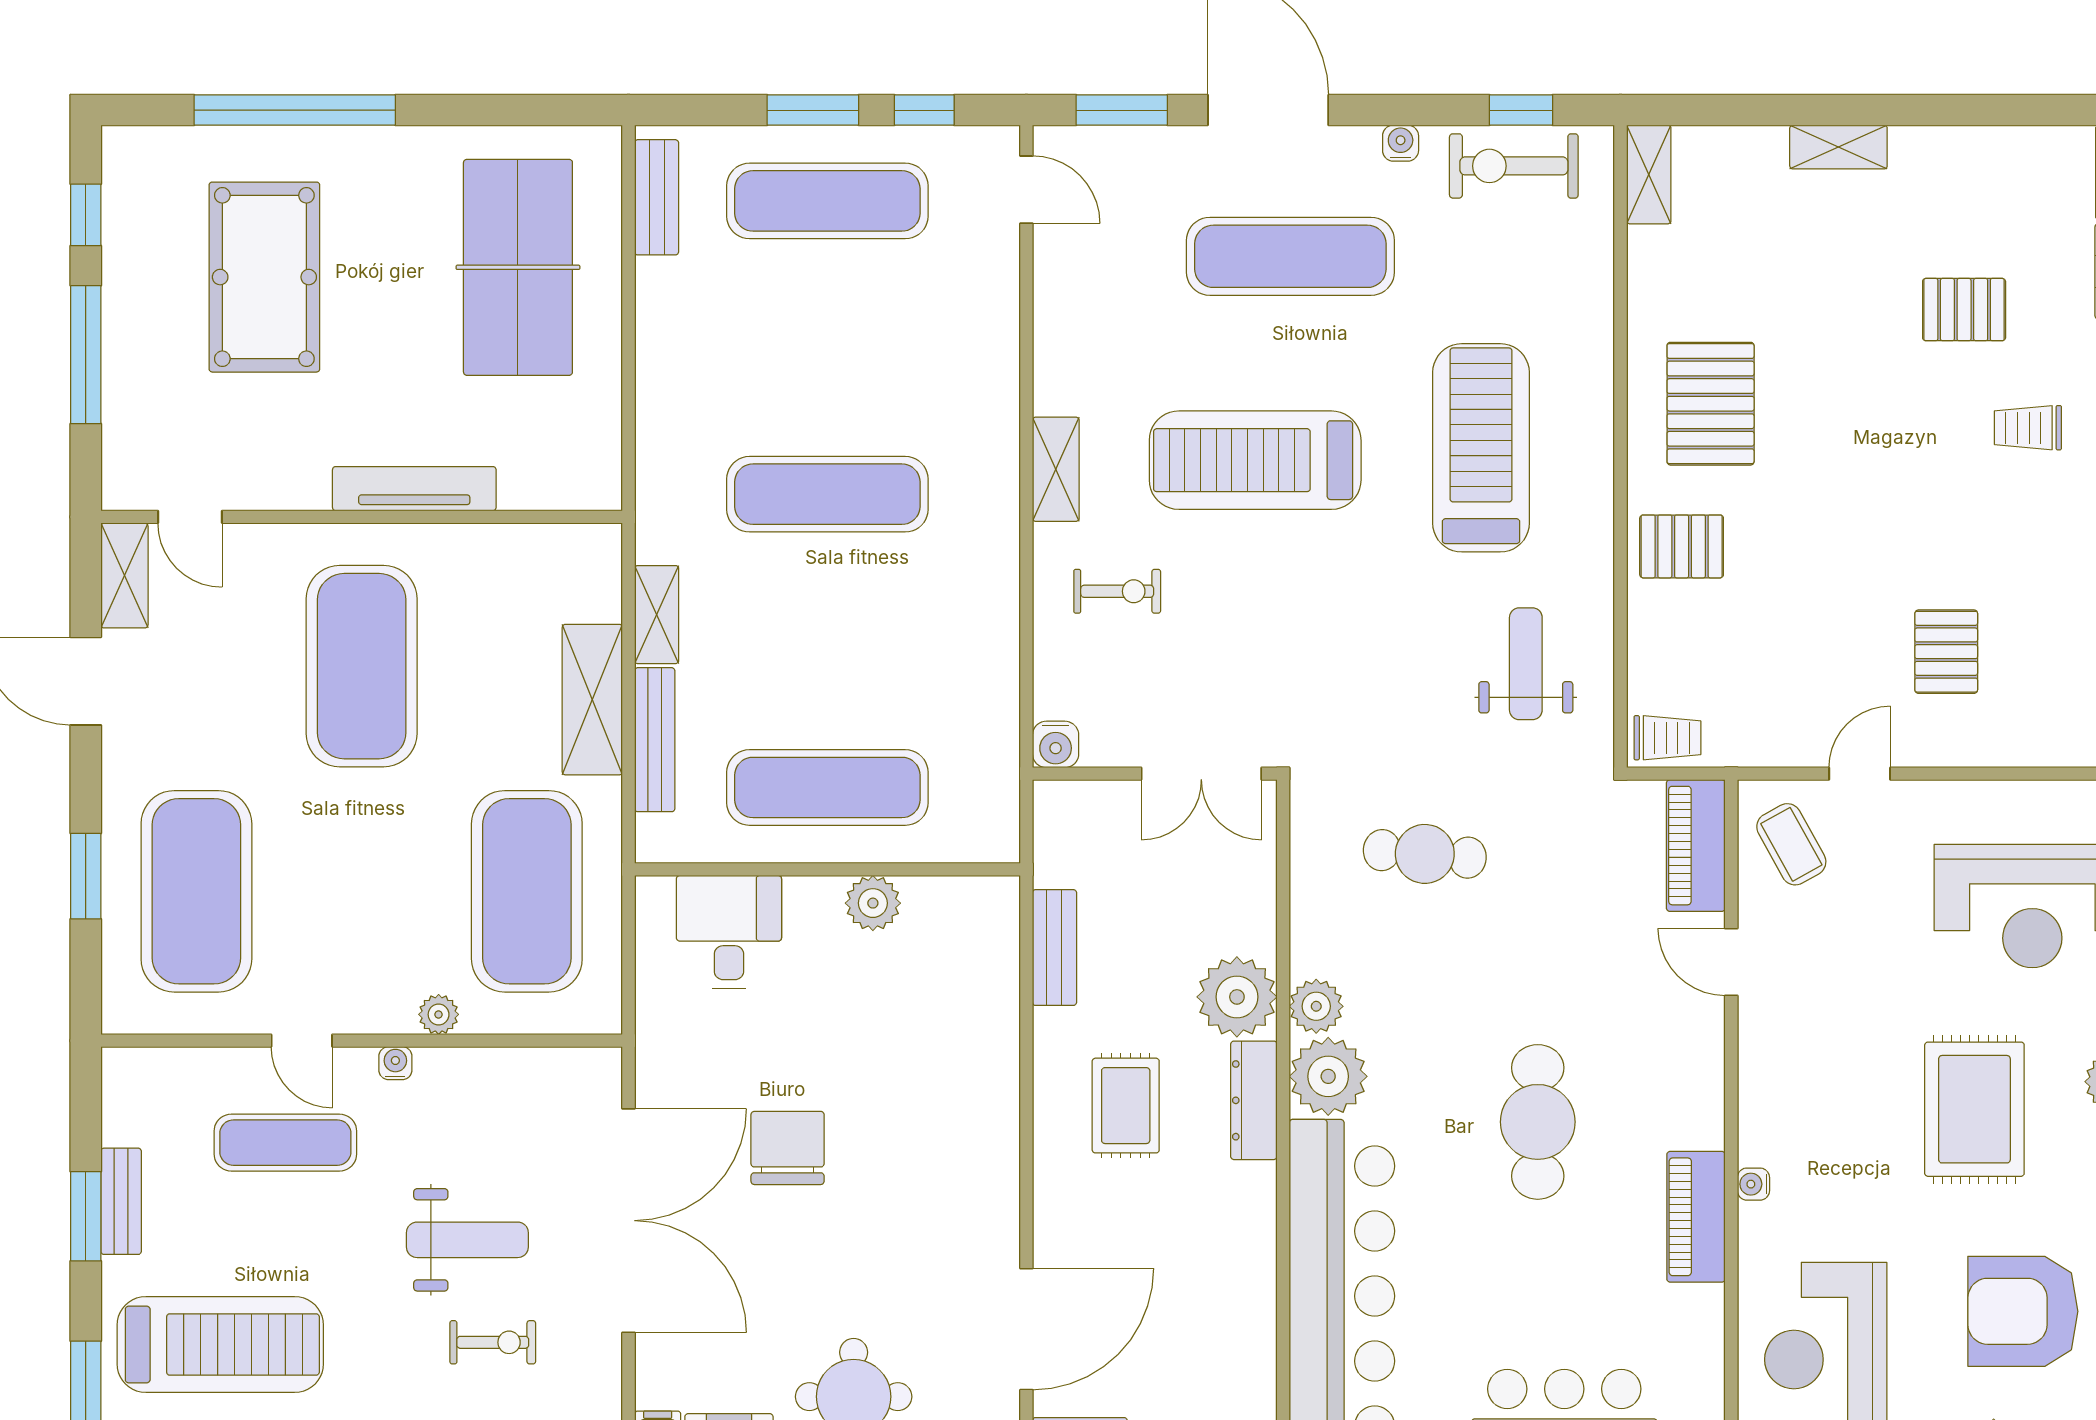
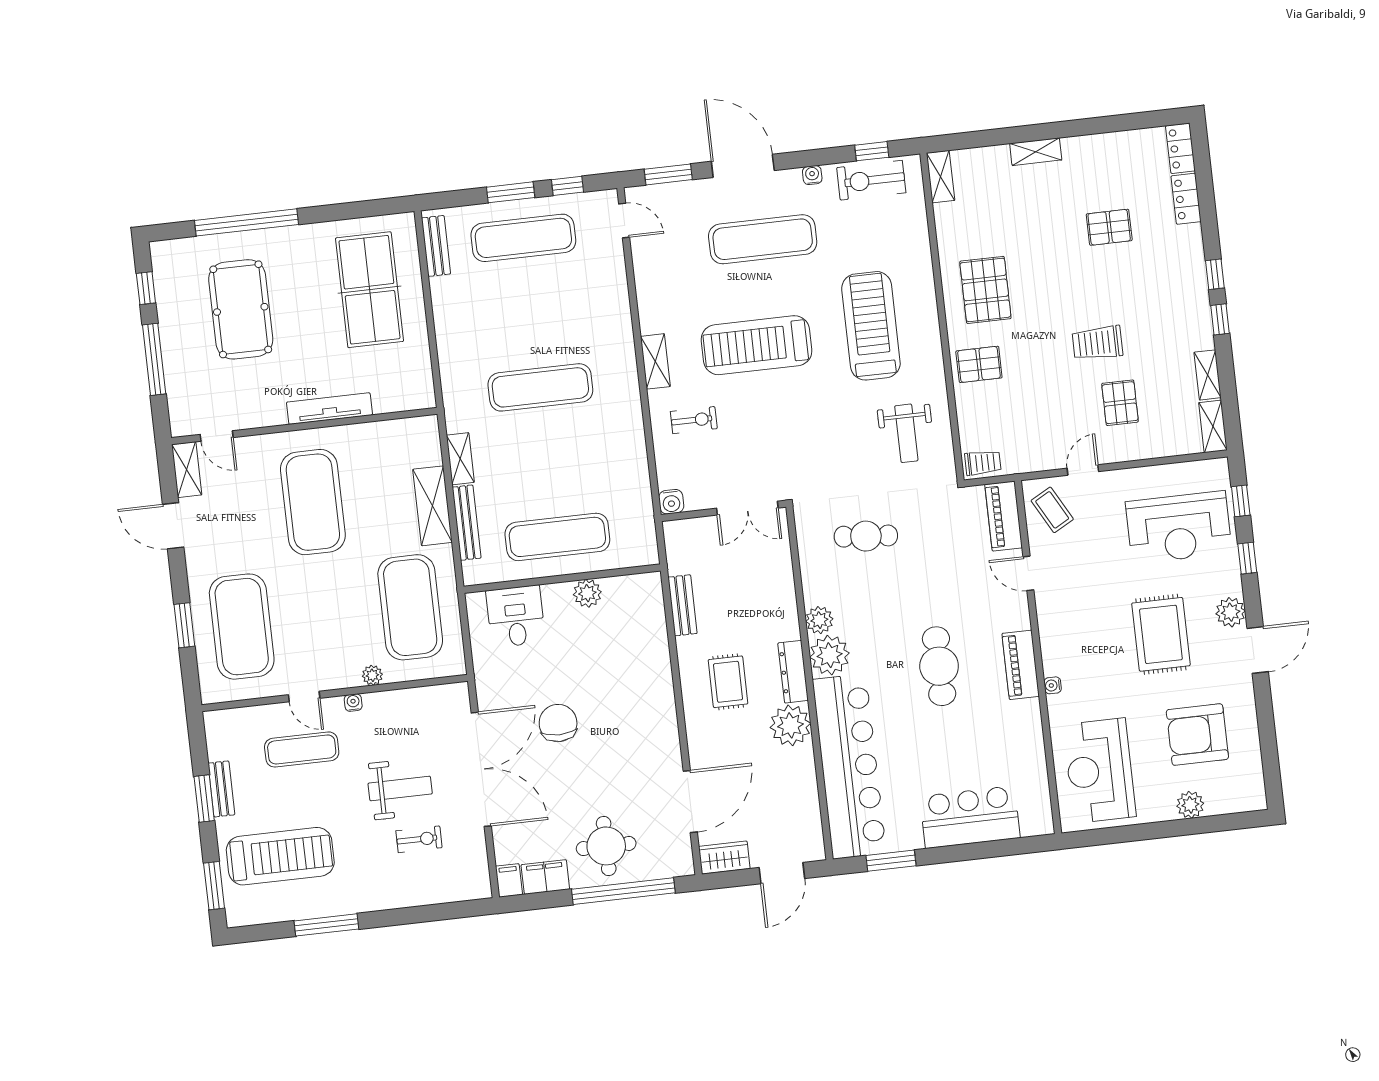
trolley: (2028, 428) -> (1097, 343), moved, width x1.36, depth x1.39
weight bench: (1526, 664) -> (906, 433), turned 180
plant: (1237, 997) -> (790, 725), moved
piano: (1696, 1217) -> (1021, 665), moved

